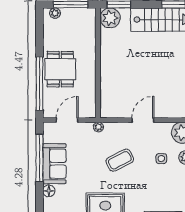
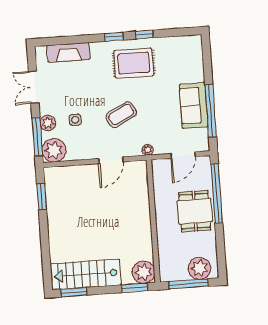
plant: (55, 13) -> (199, 268), width x1.88, depth x1.88
door: (143, 120) -> (111, 160), moved
floor lamp: (49, 191) -> (198, 75), removed

